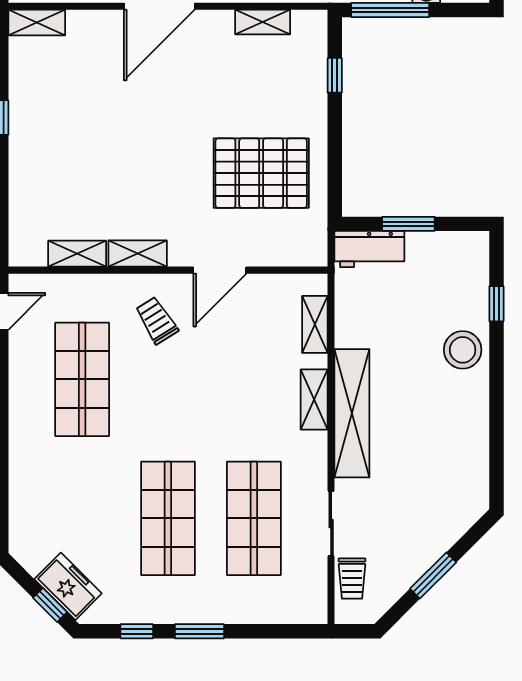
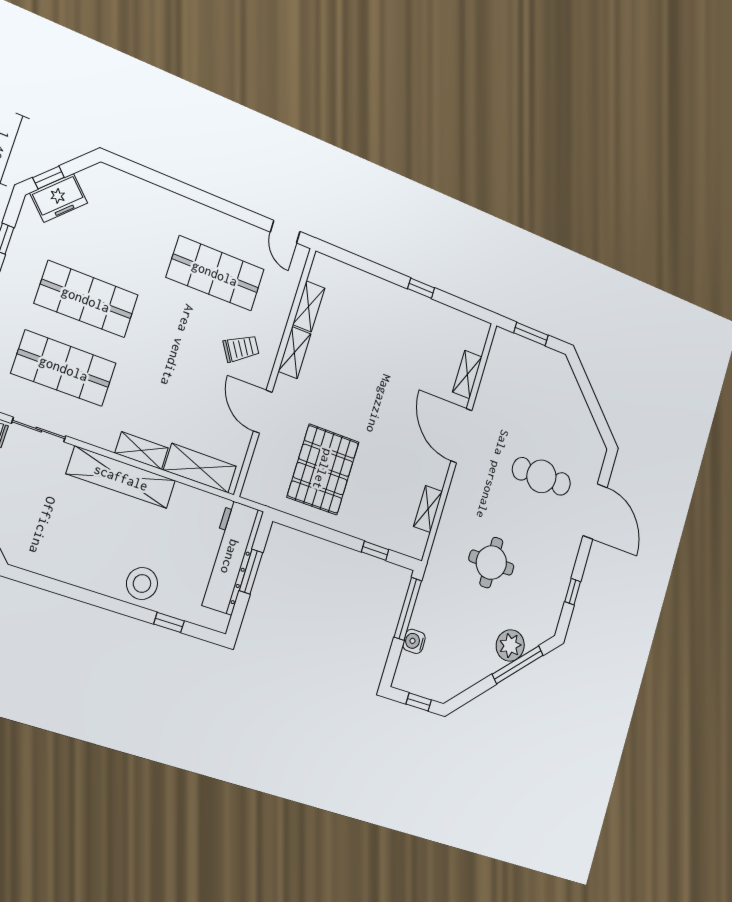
shelving: (37, 23) -> (467, 375), moved
workbench: (369, 249) -> (230, 557), width x1.87, depth x1.32
shelving: (315, 324) -> (200, 468), width x1.50, depth x1.33

